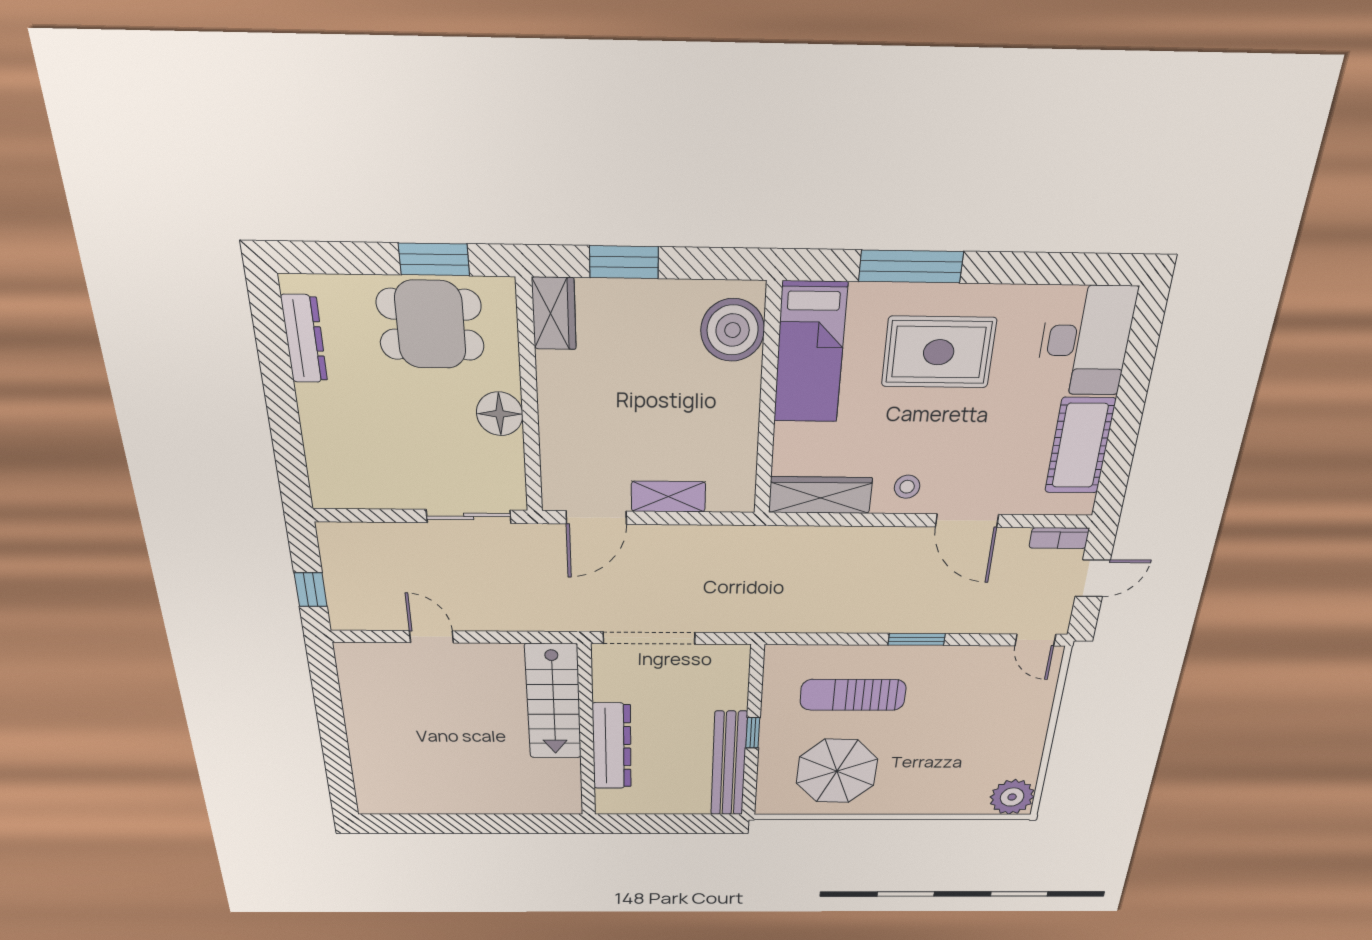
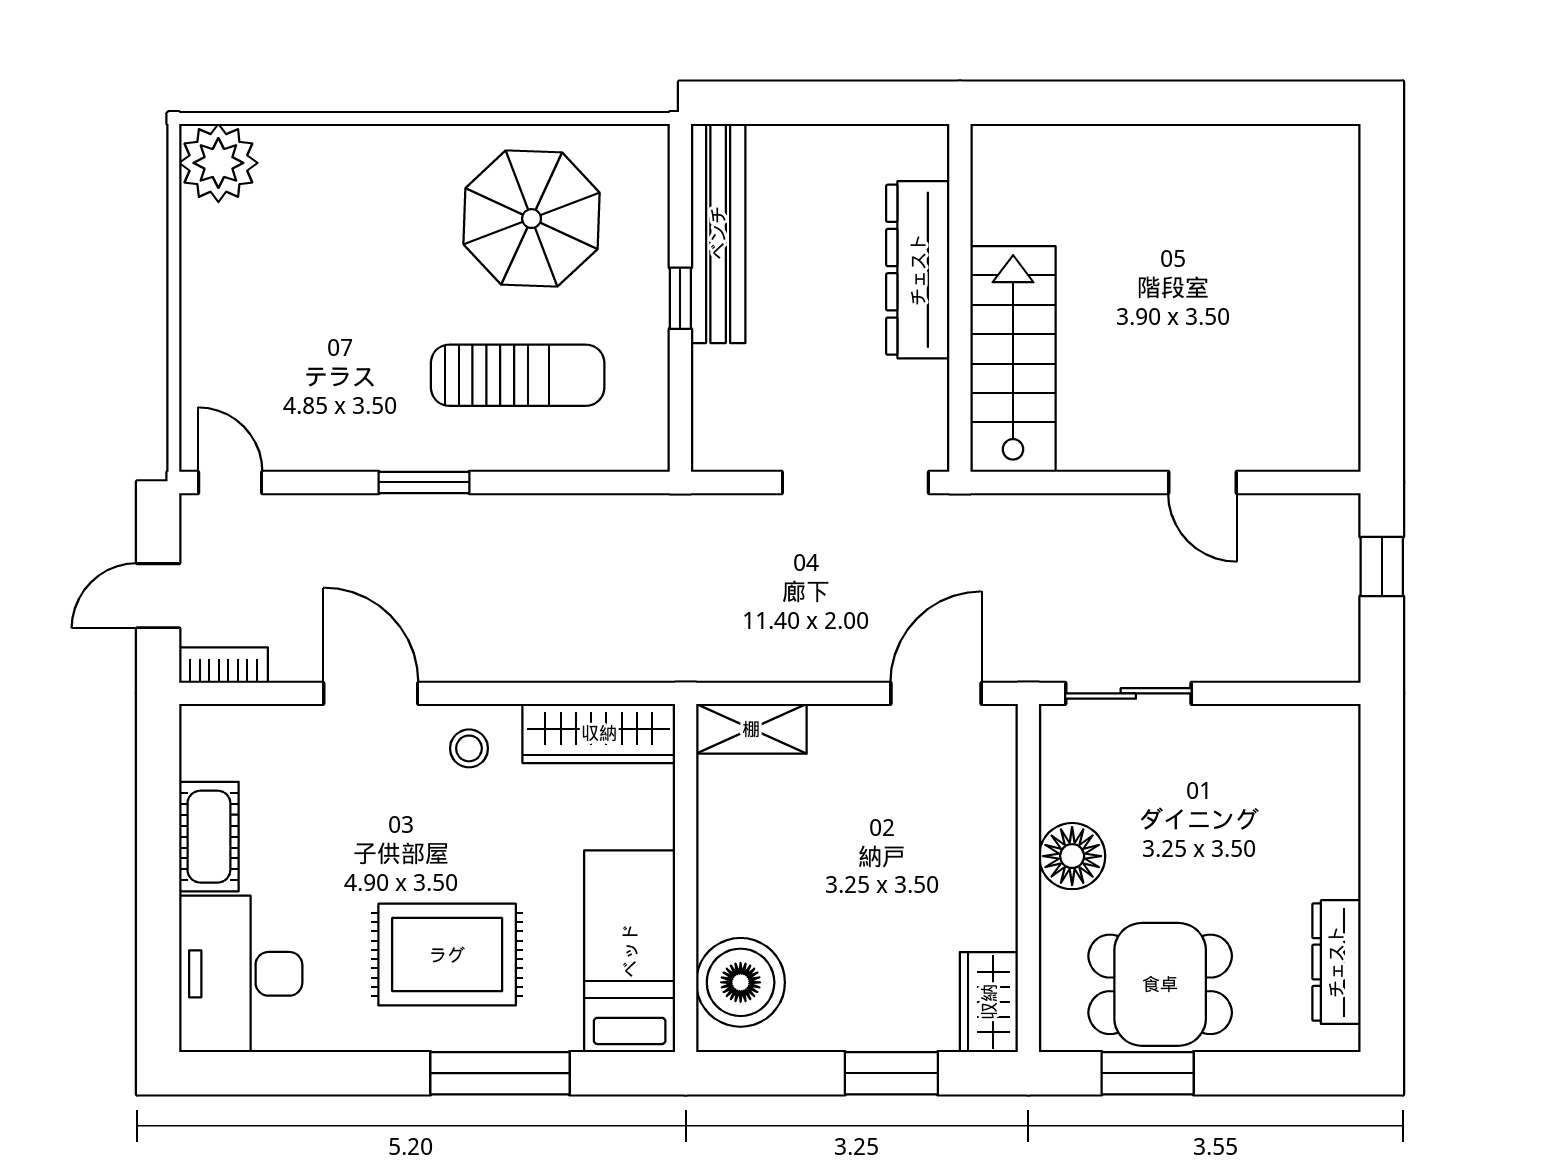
cot: (1080, 446) -> (209, 837), width x0.73, depth x0.75
shelving: (668, 497) -> (751, 729), moved

